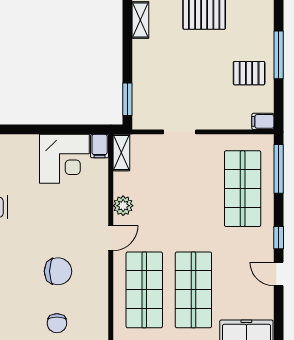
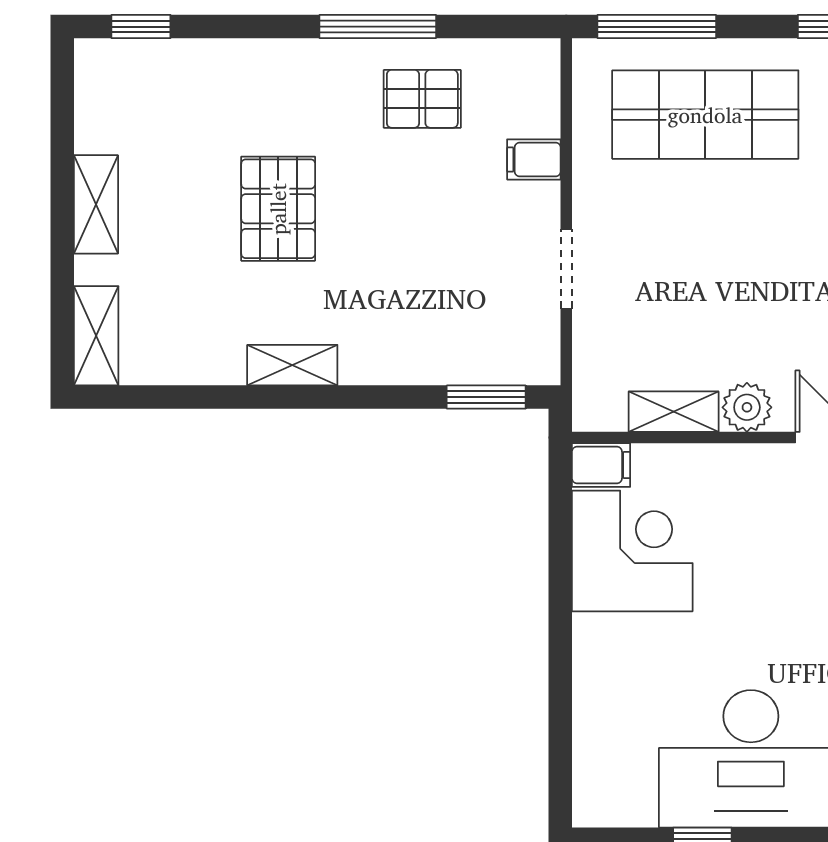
pallet: (249, 73) -> (422, 99), turned 90
filing cabinet: (263, 121) -> (534, 159), moved, turned 90
shelving: (121, 153) -> (674, 412), moved

